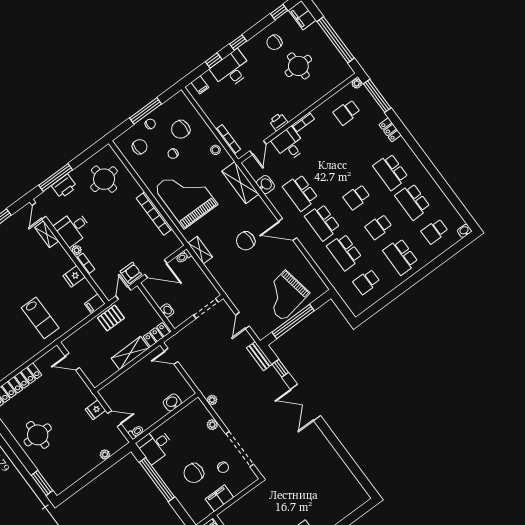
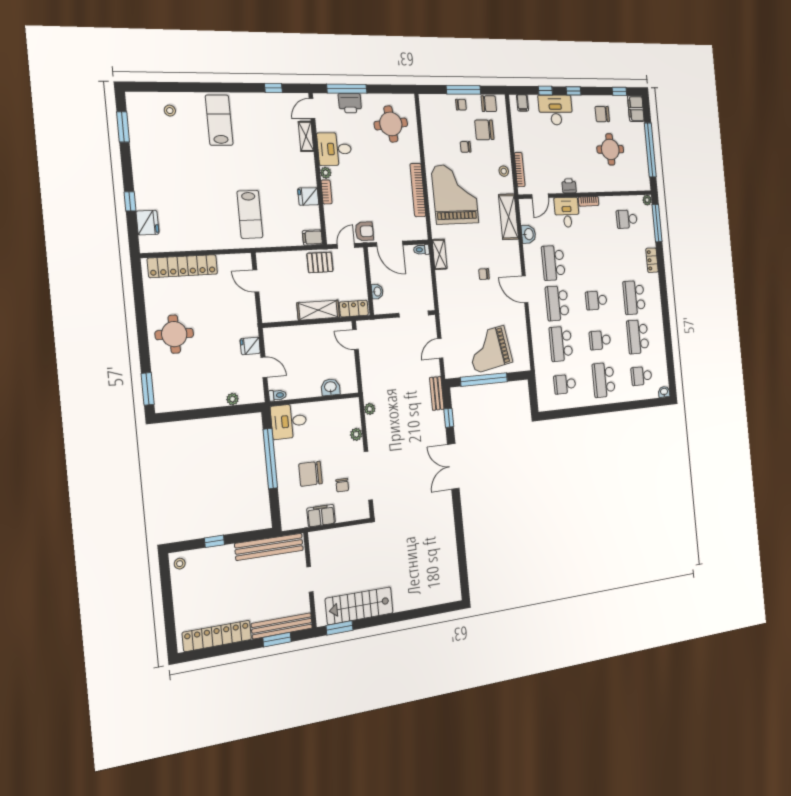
chair: (140, 147) -> (489, 104), moved
chair: (246, 241) -> (484, 274), width x0.54, depth x0.54

